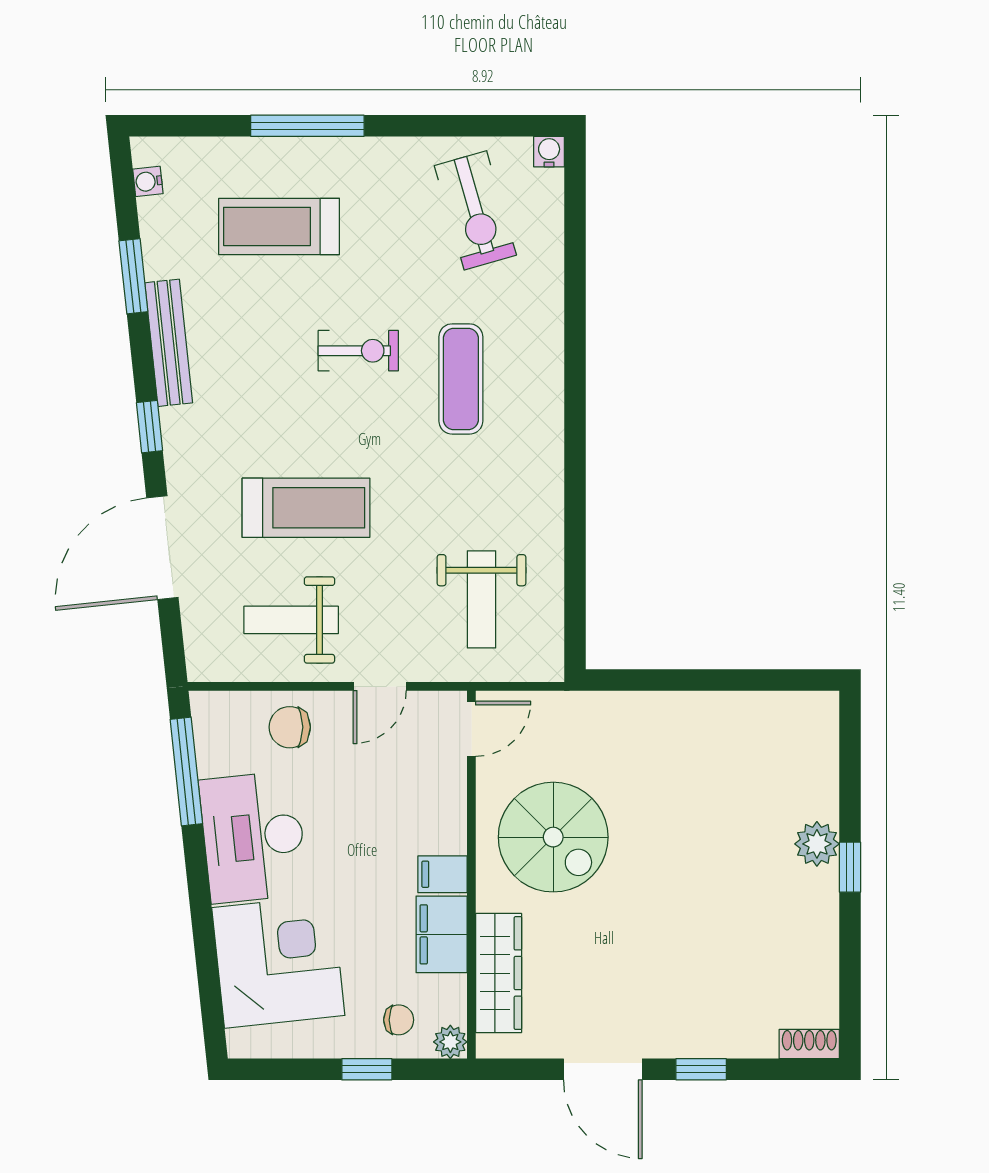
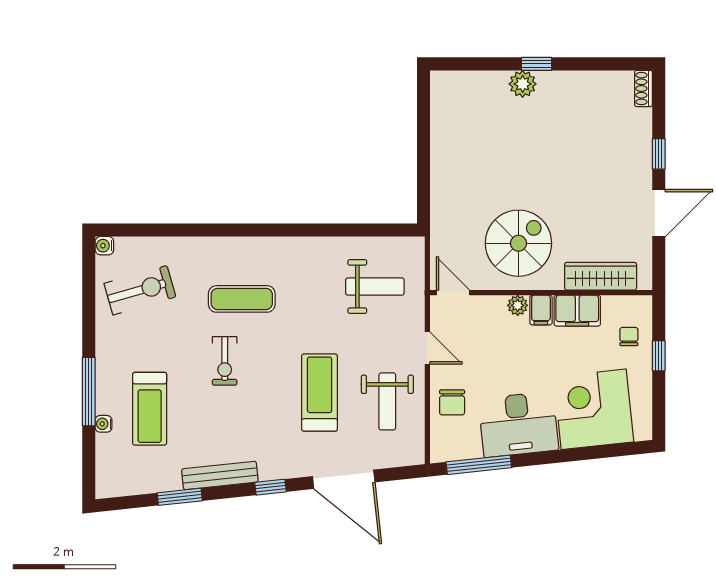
water cooler: (148, 181) -> (104, 424), moved, turned 96
exercise bike: (358, 351) -> (225, 361), turned 180
plant: (450, 1042) -> (518, 305), moved

